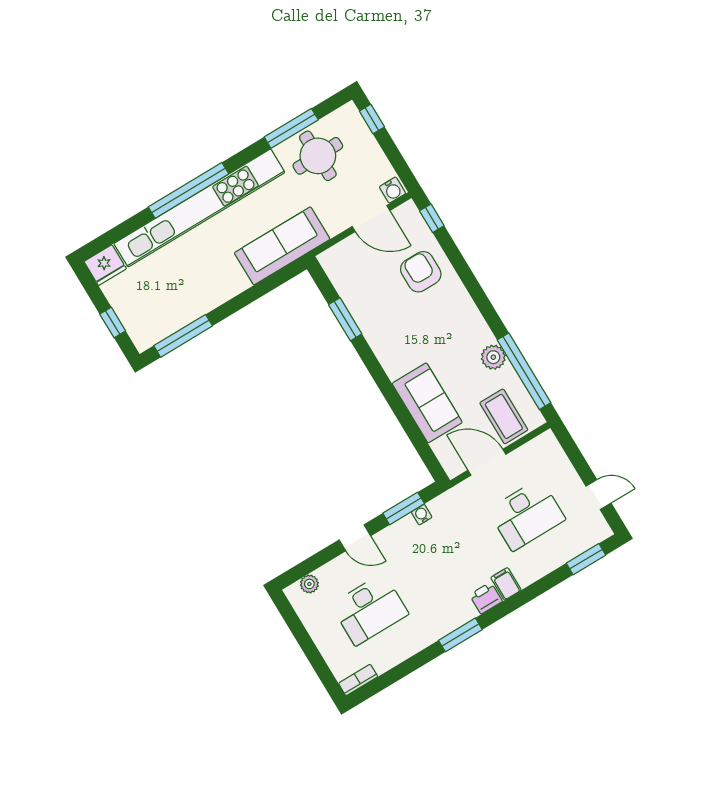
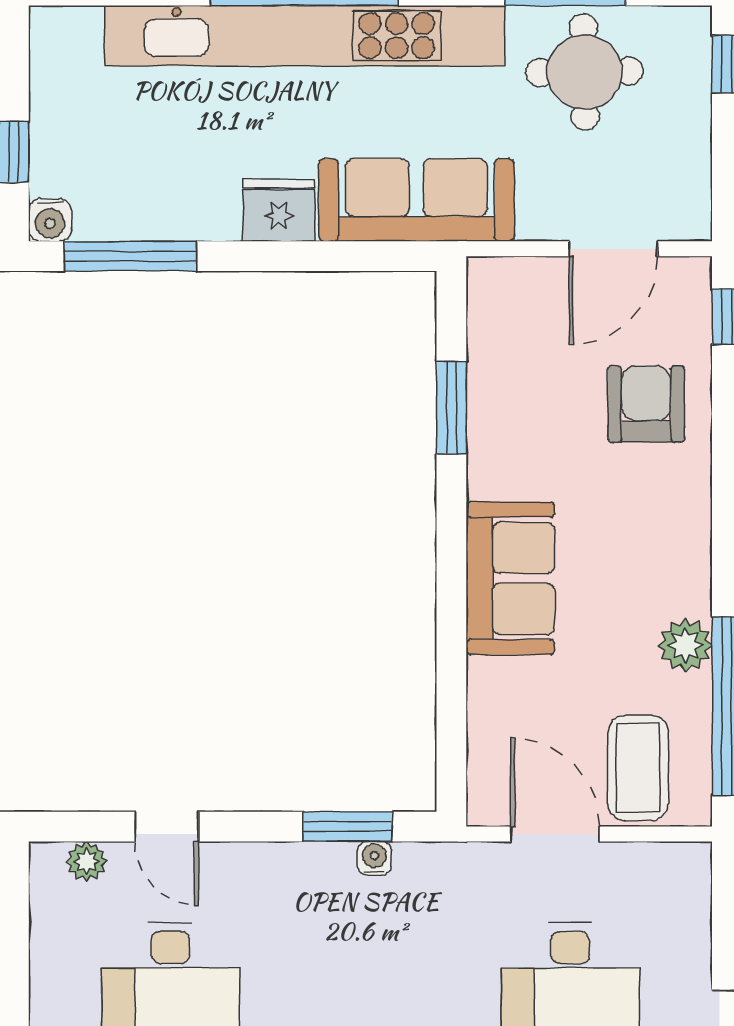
water cooler: (392, 190) -> (50, 220), moved
door: (371, 219) -> (613, 249), hinge flipped
fridge: (105, 265) -> (279, 210), moved, turned 180
sofa: (427, 403) -> (510, 578), moved
door: (355, 538) -> (167, 827), moved

